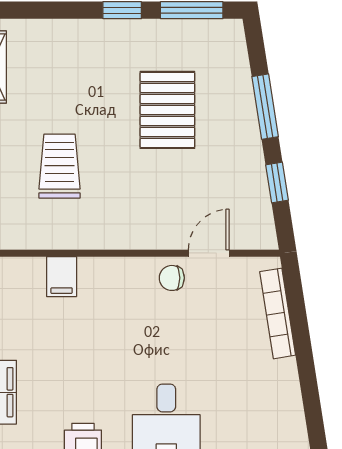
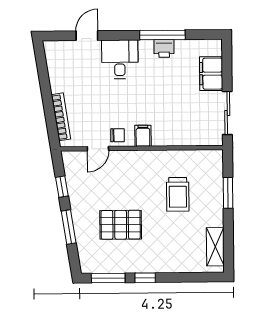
pallet: (167, 110) -> (121, 225), turned 90
filing cabinet: (62, 277) -> (143, 136), moved

